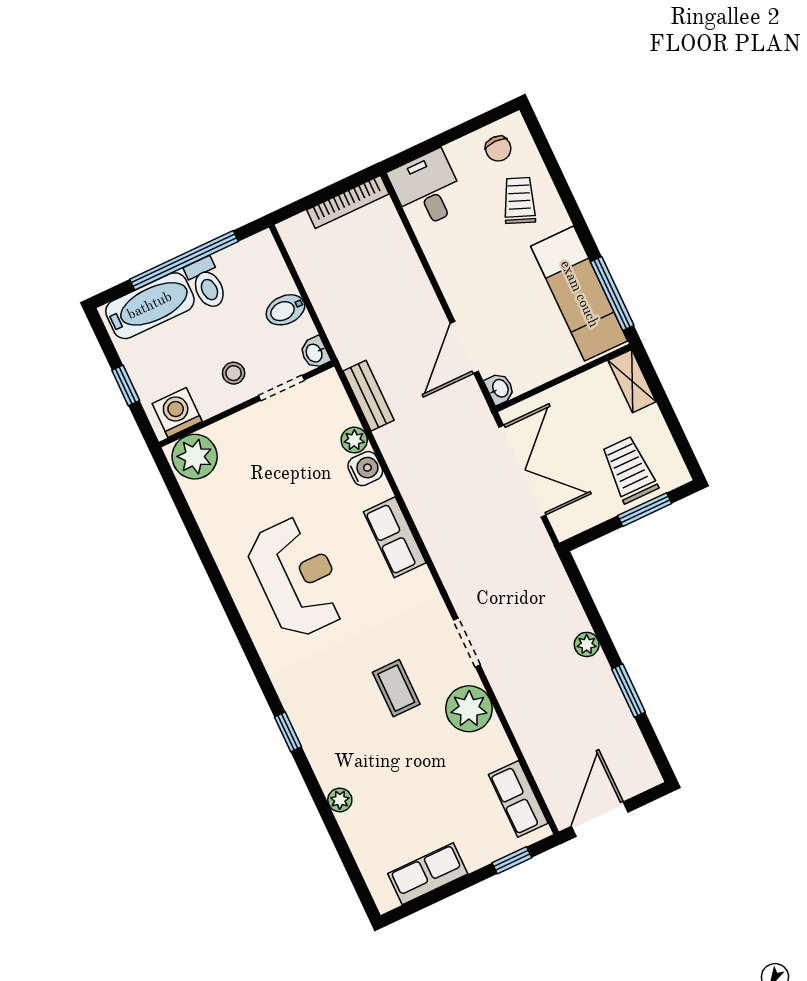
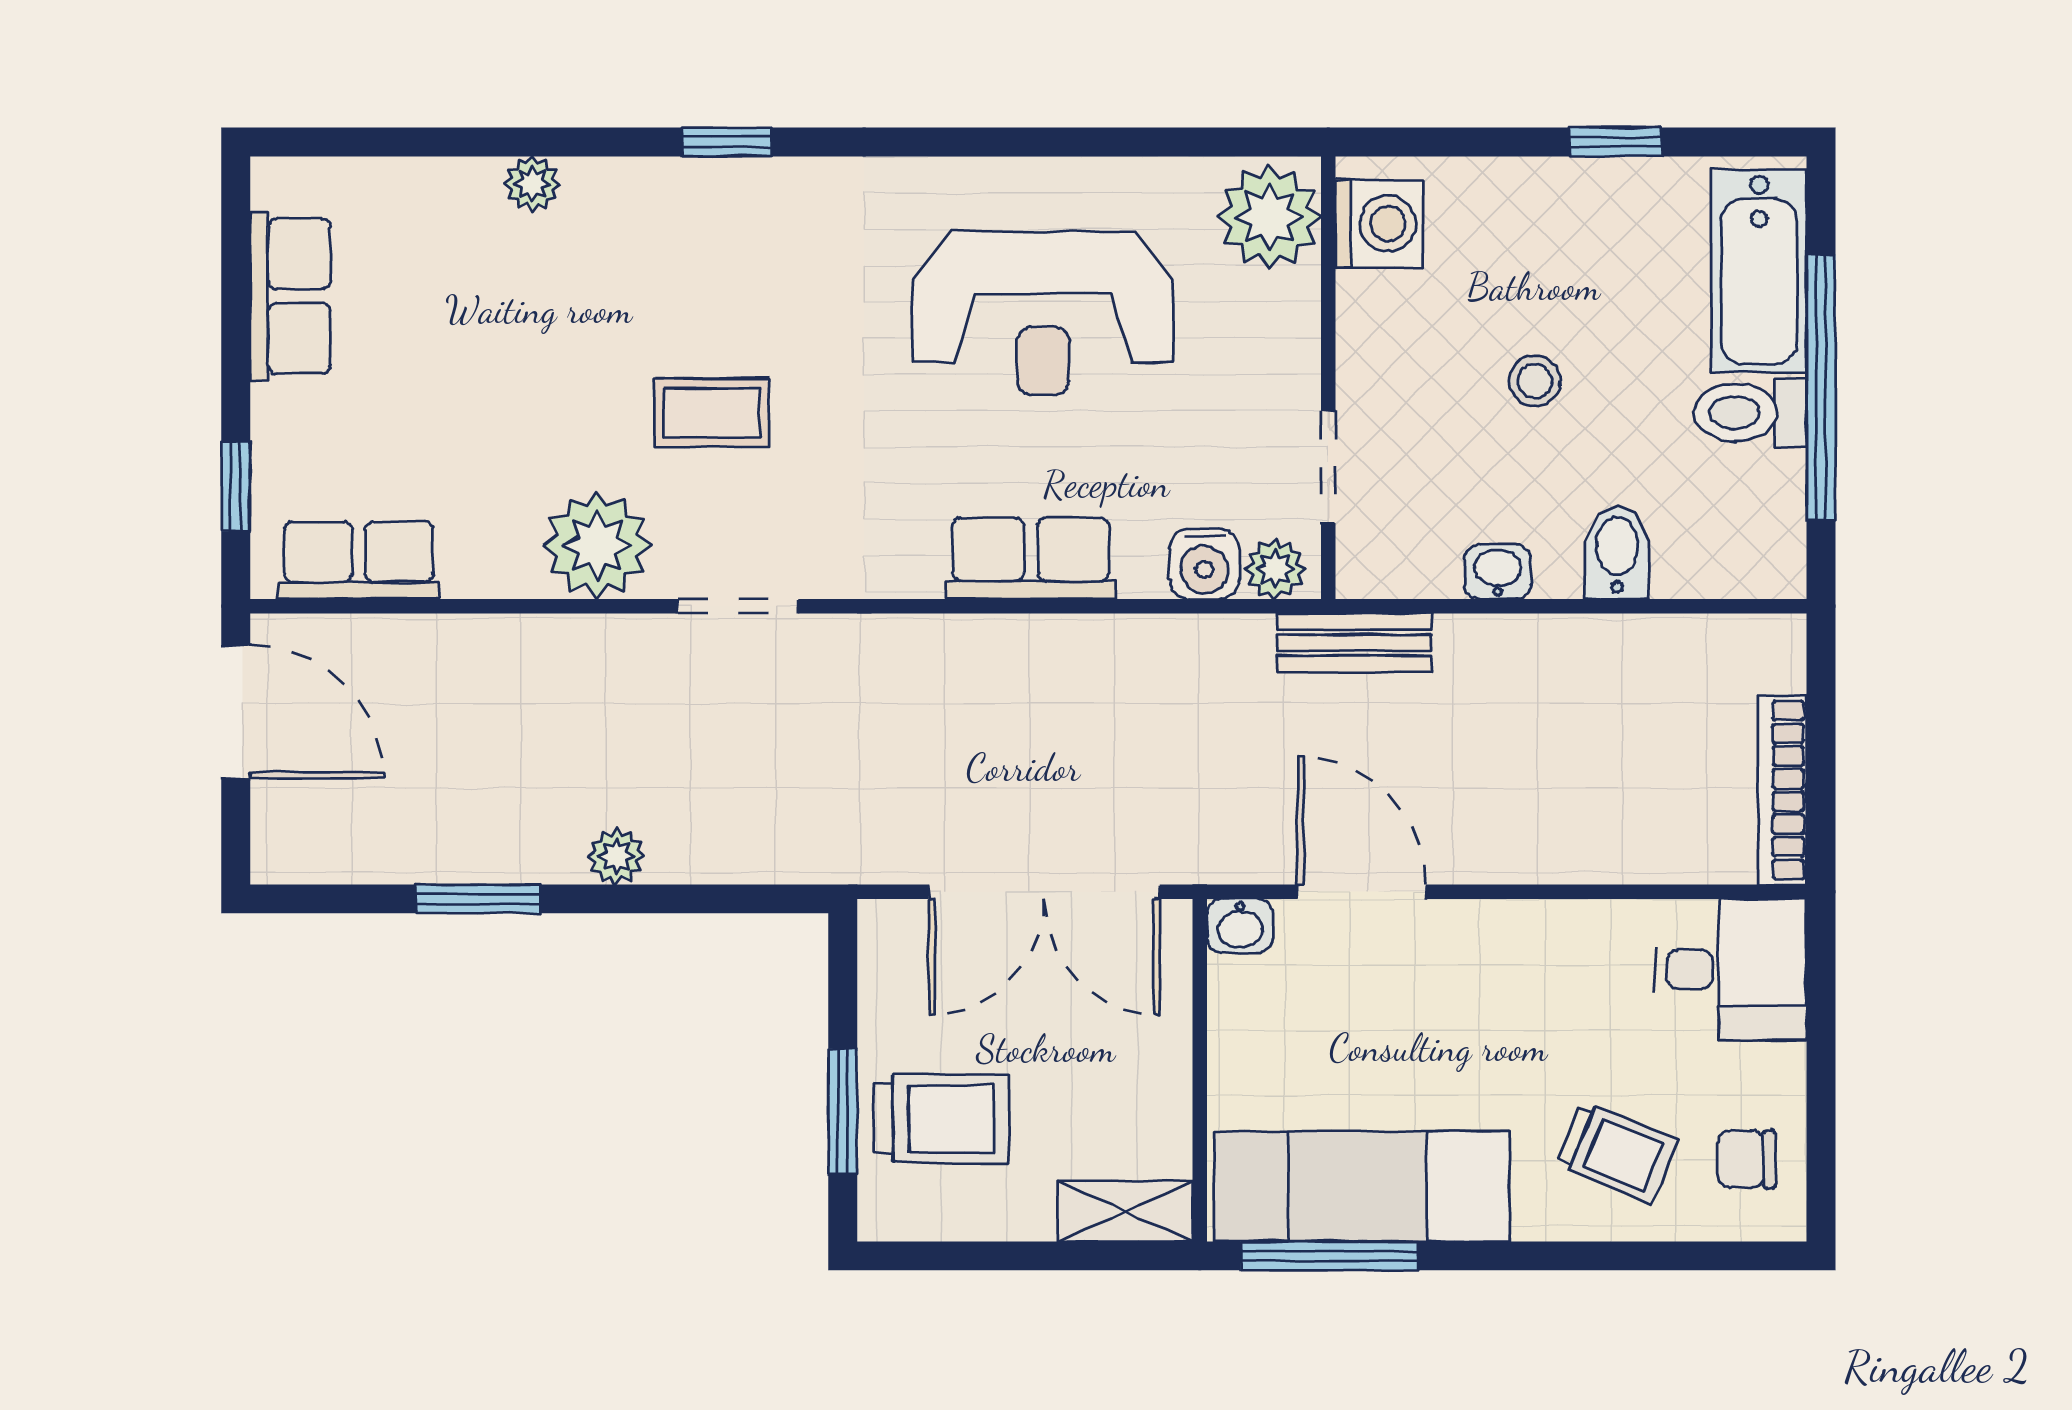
doorway: (281, 388) -> (1328, 467), moved
wall: (247, 404) -> (1328, 378), moved
washing machine: (177, 412) -> (1379, 224), moved
plant: (195, 457) -> (1269, 217), moved

